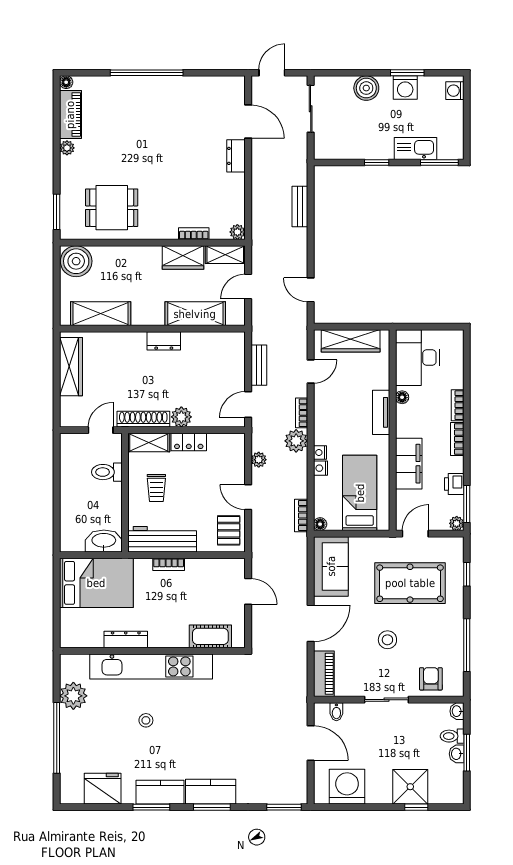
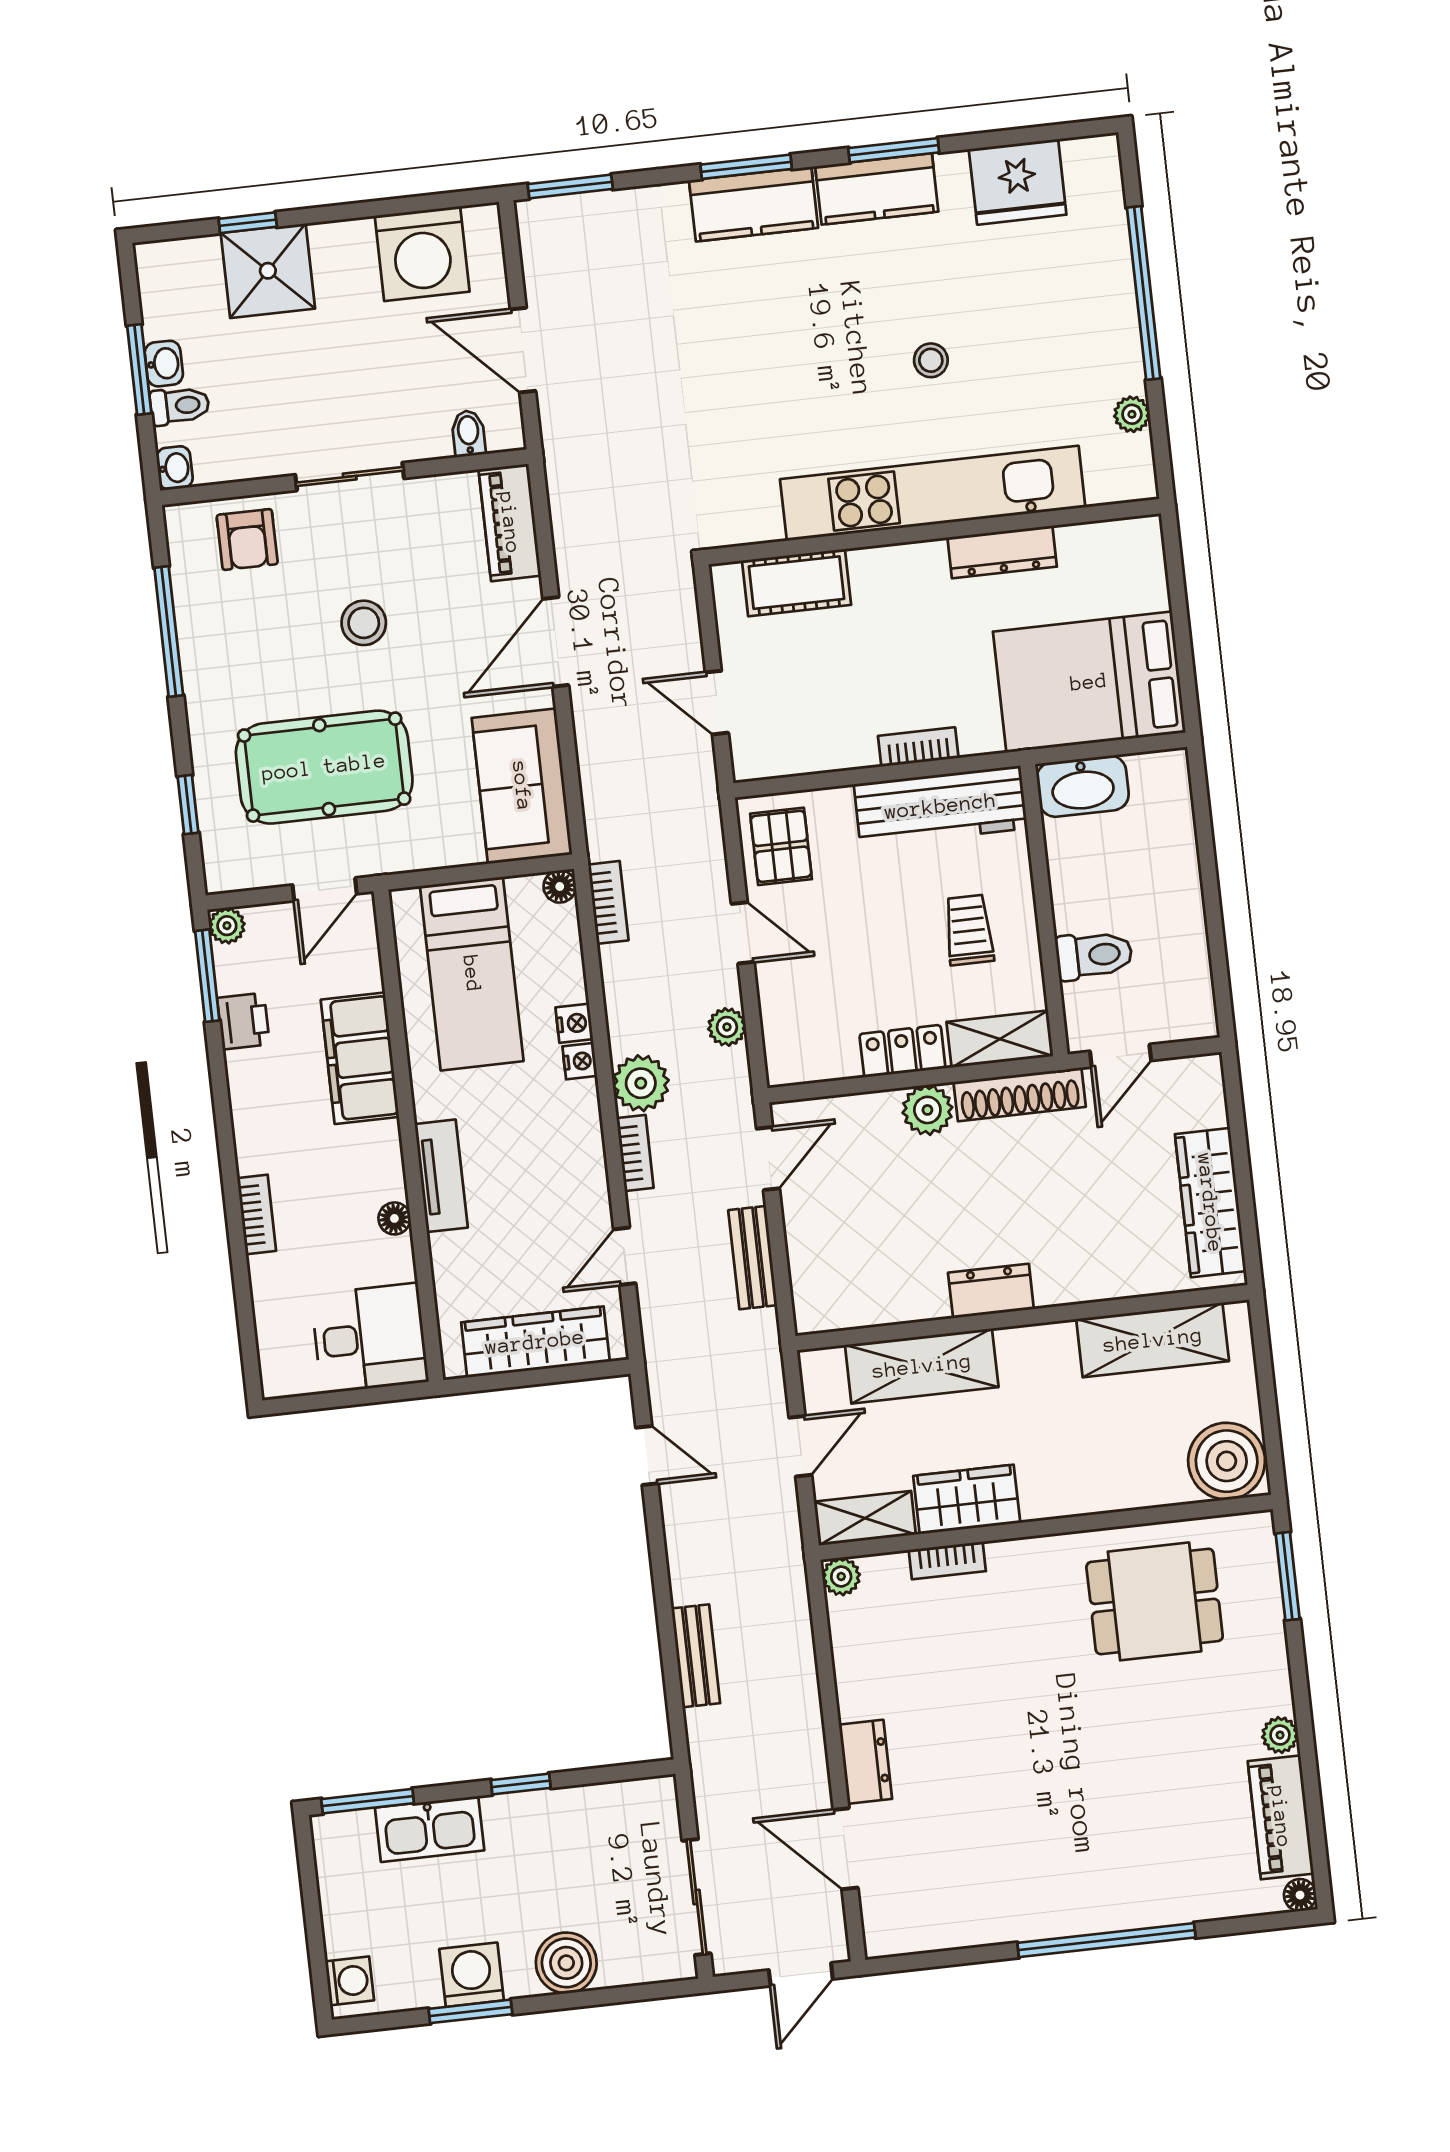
desk: (418, 358) -> (370, 1338), width x0.73
bookcase: (457, 439) -> (248, 1132), removed
plant: (73, 696) -> (1132, 414), width x0.53, depth x0.53

